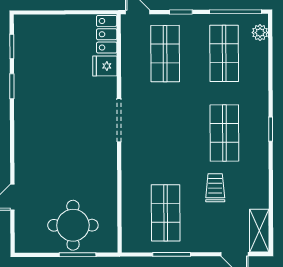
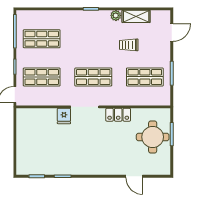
plant: (260, 33) -> (116, 15), moved
locker: (107, 34) -> (118, 115), moved
fridge: (105, 66) -> (64, 116), moved
shop shelf: (224, 133) -> (93, 77), moved
shelving: (259, 231) -> (136, 16), moved

